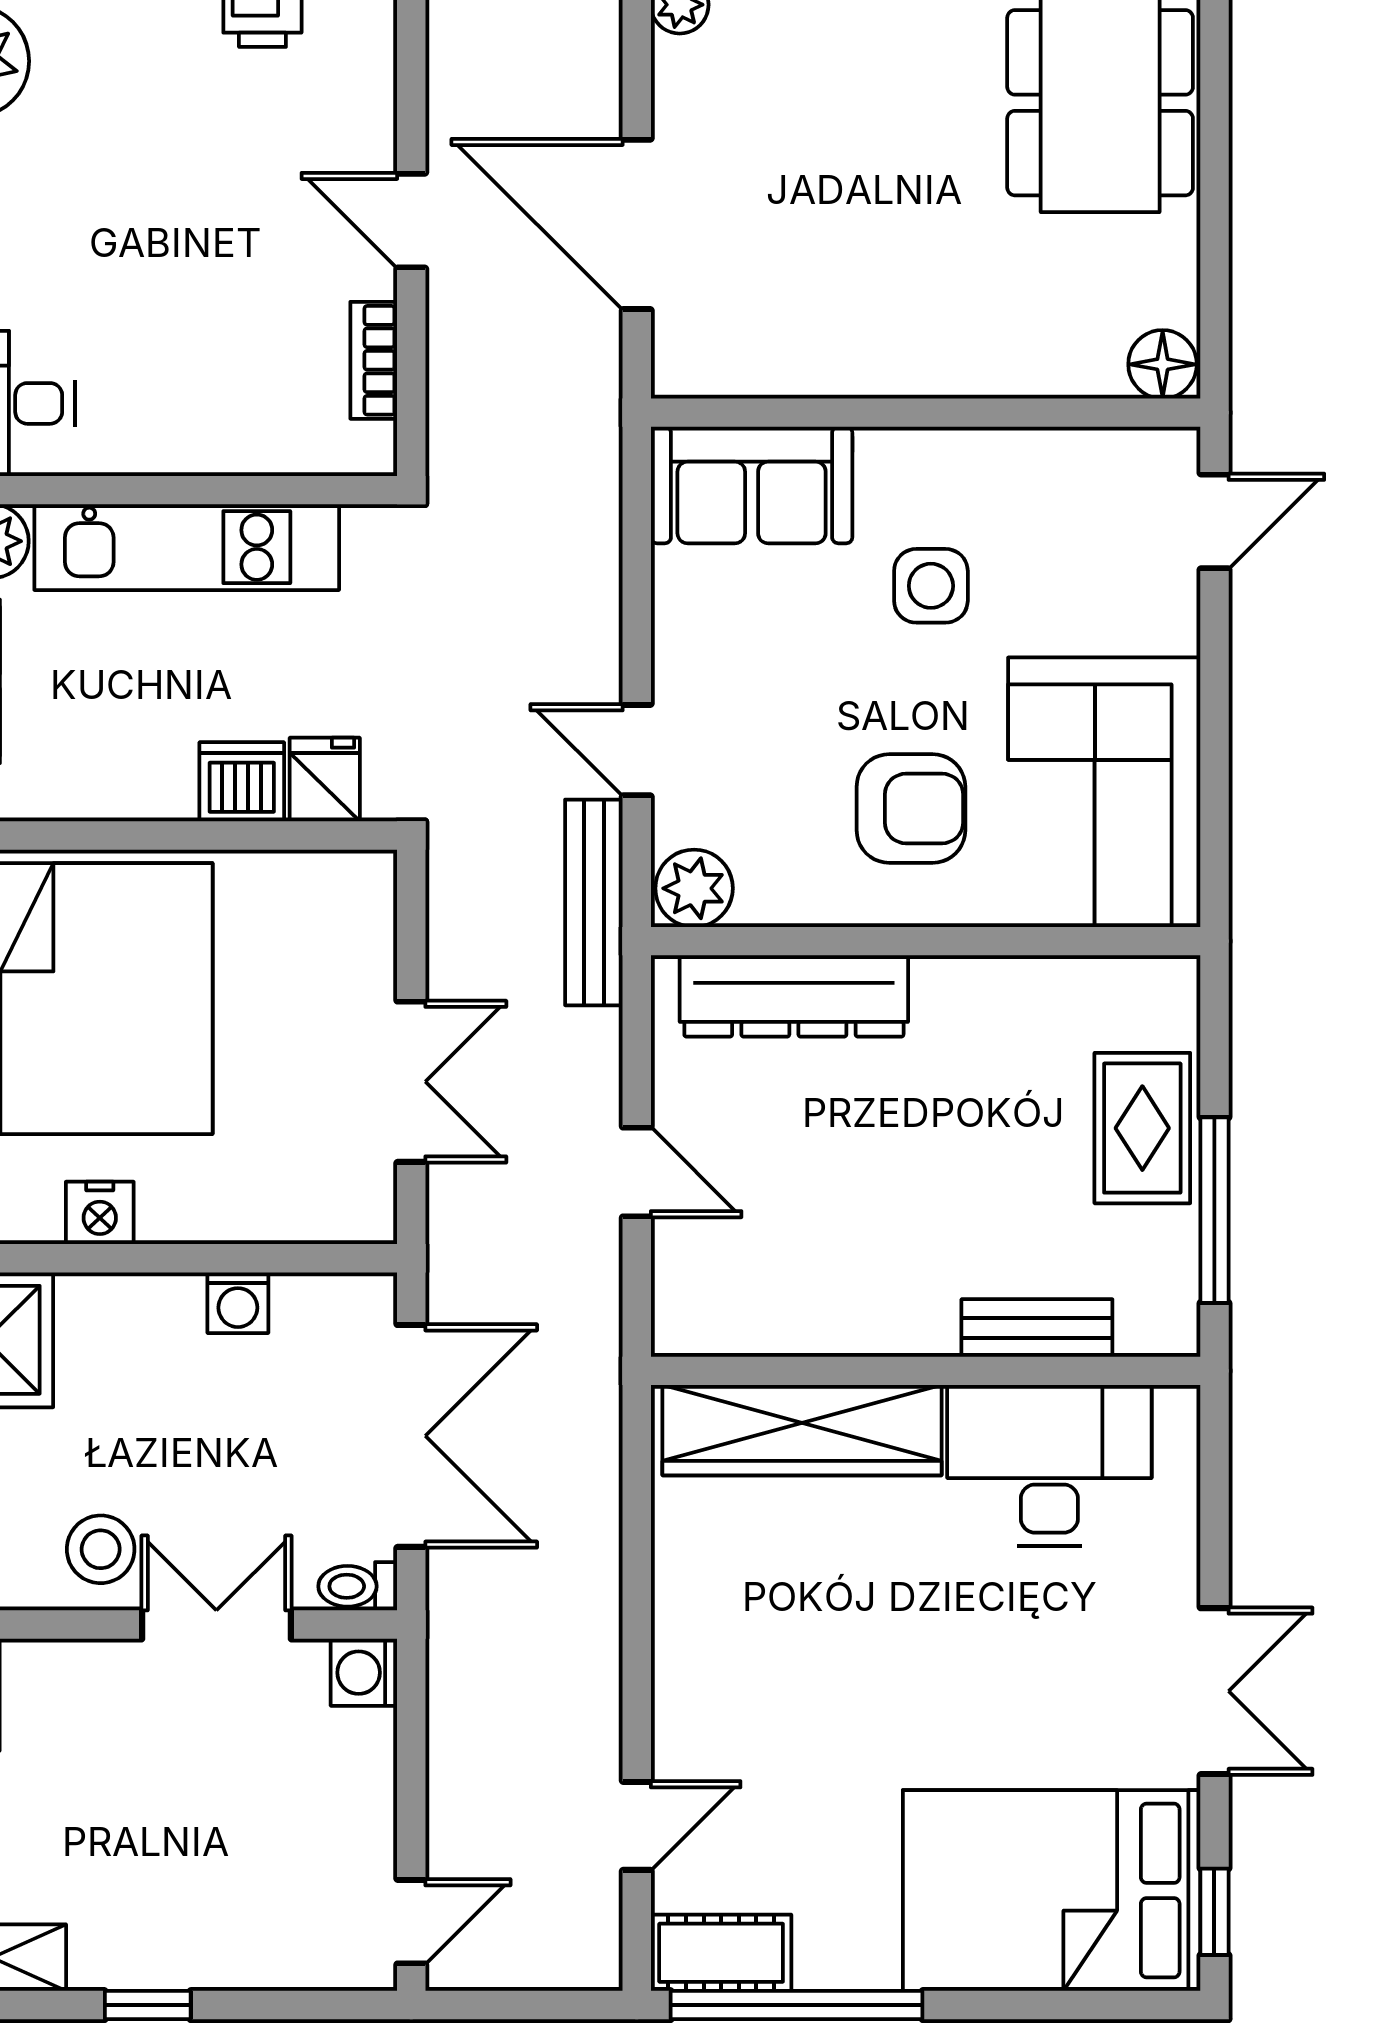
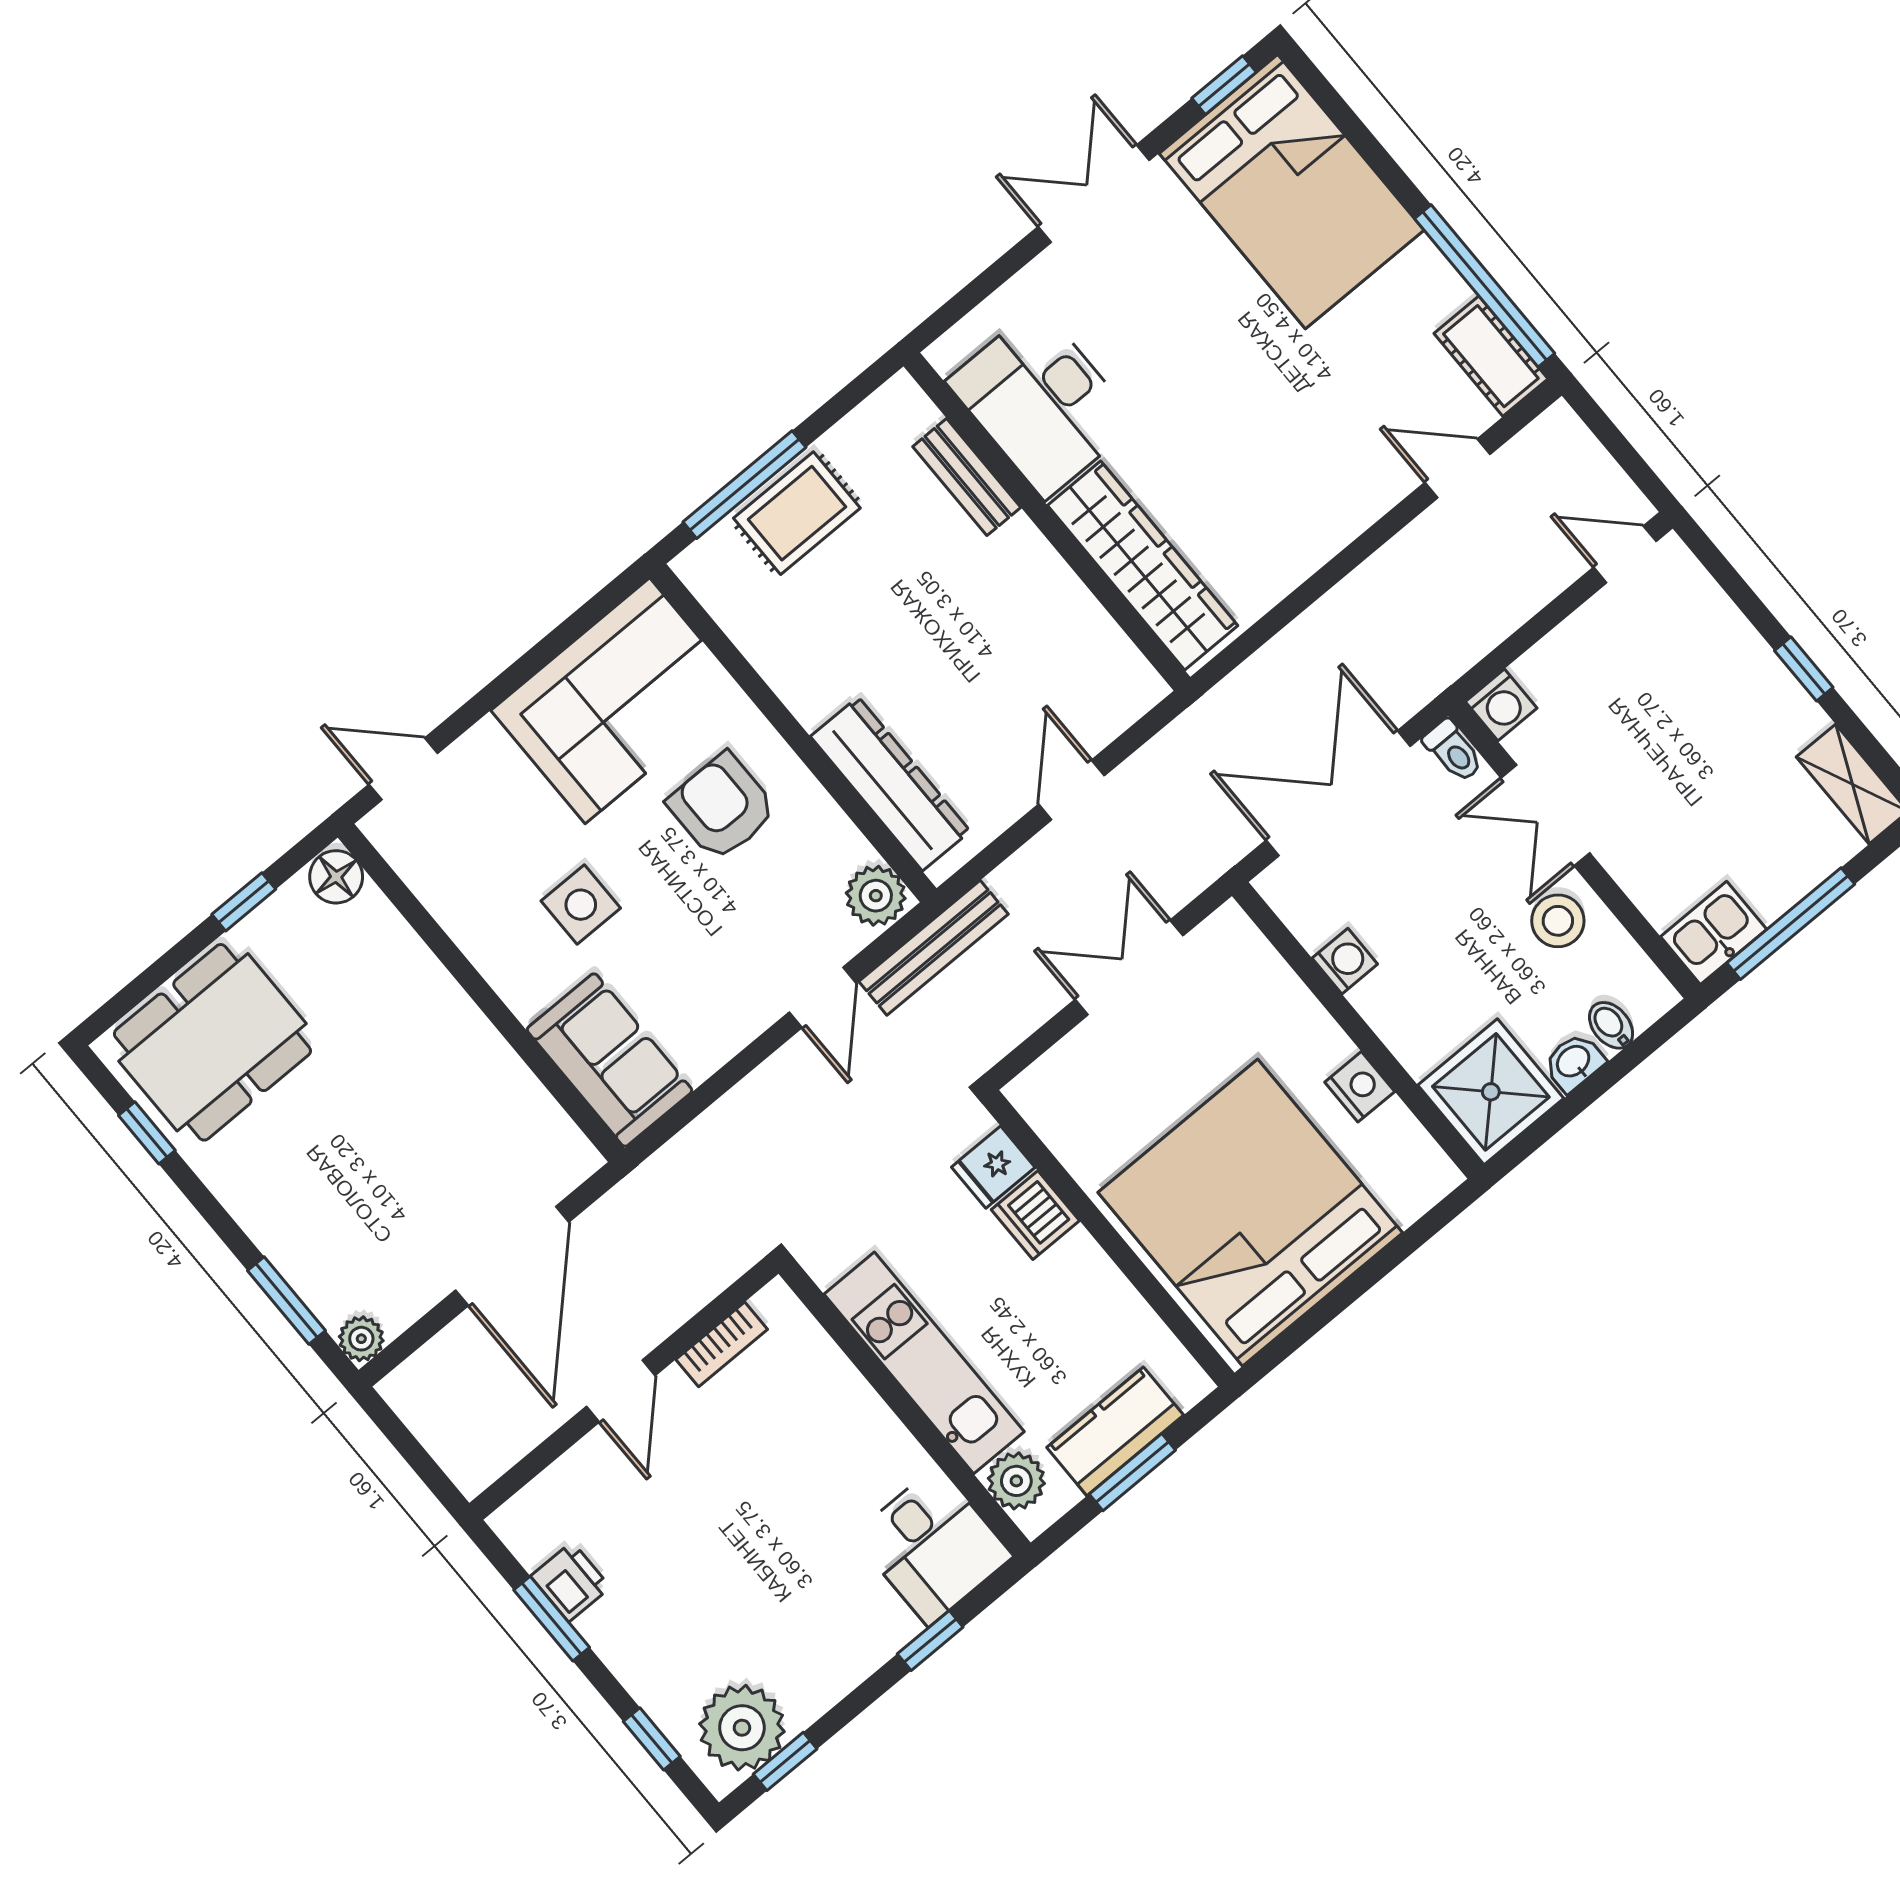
window: (1214, 251) -> (244, 902), added
window: (1214, 1210) -> (744, 485), moved

